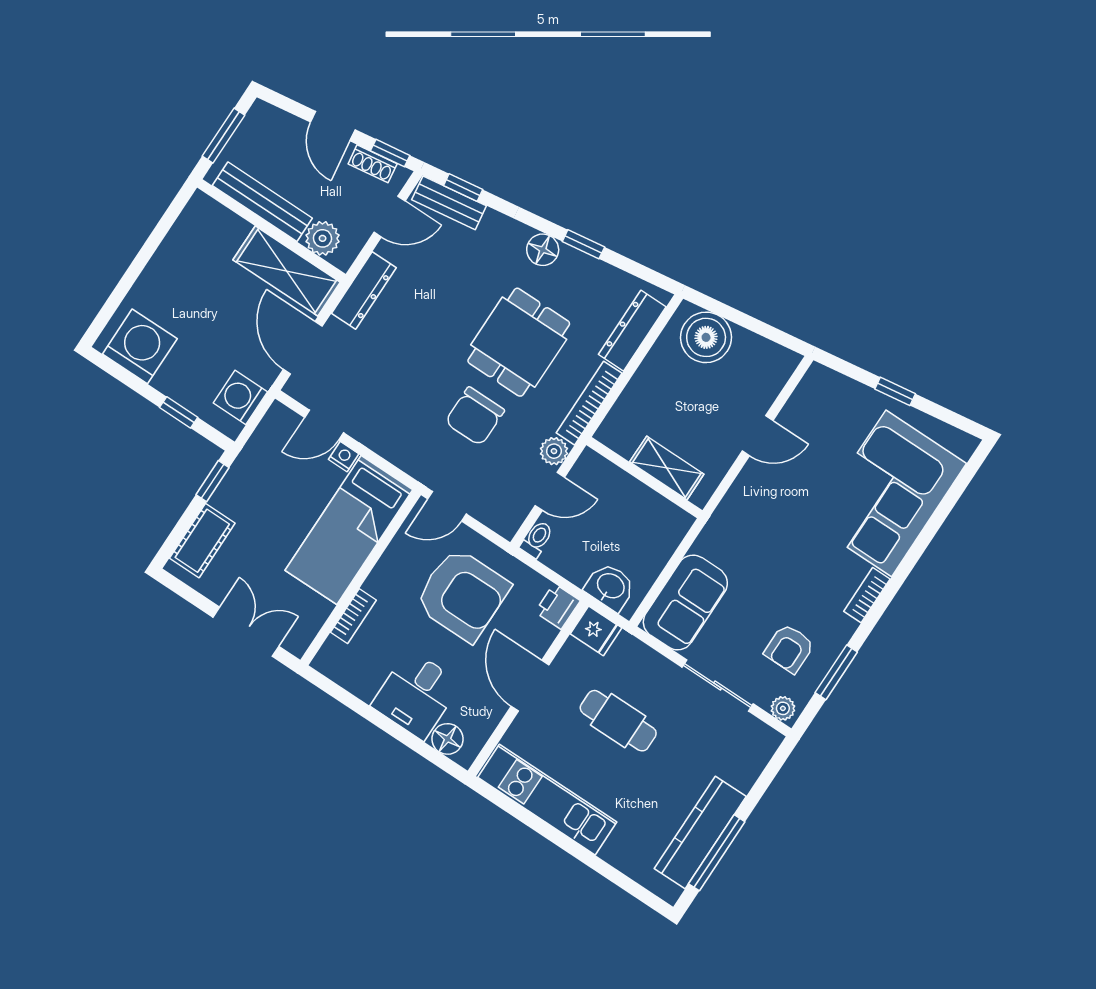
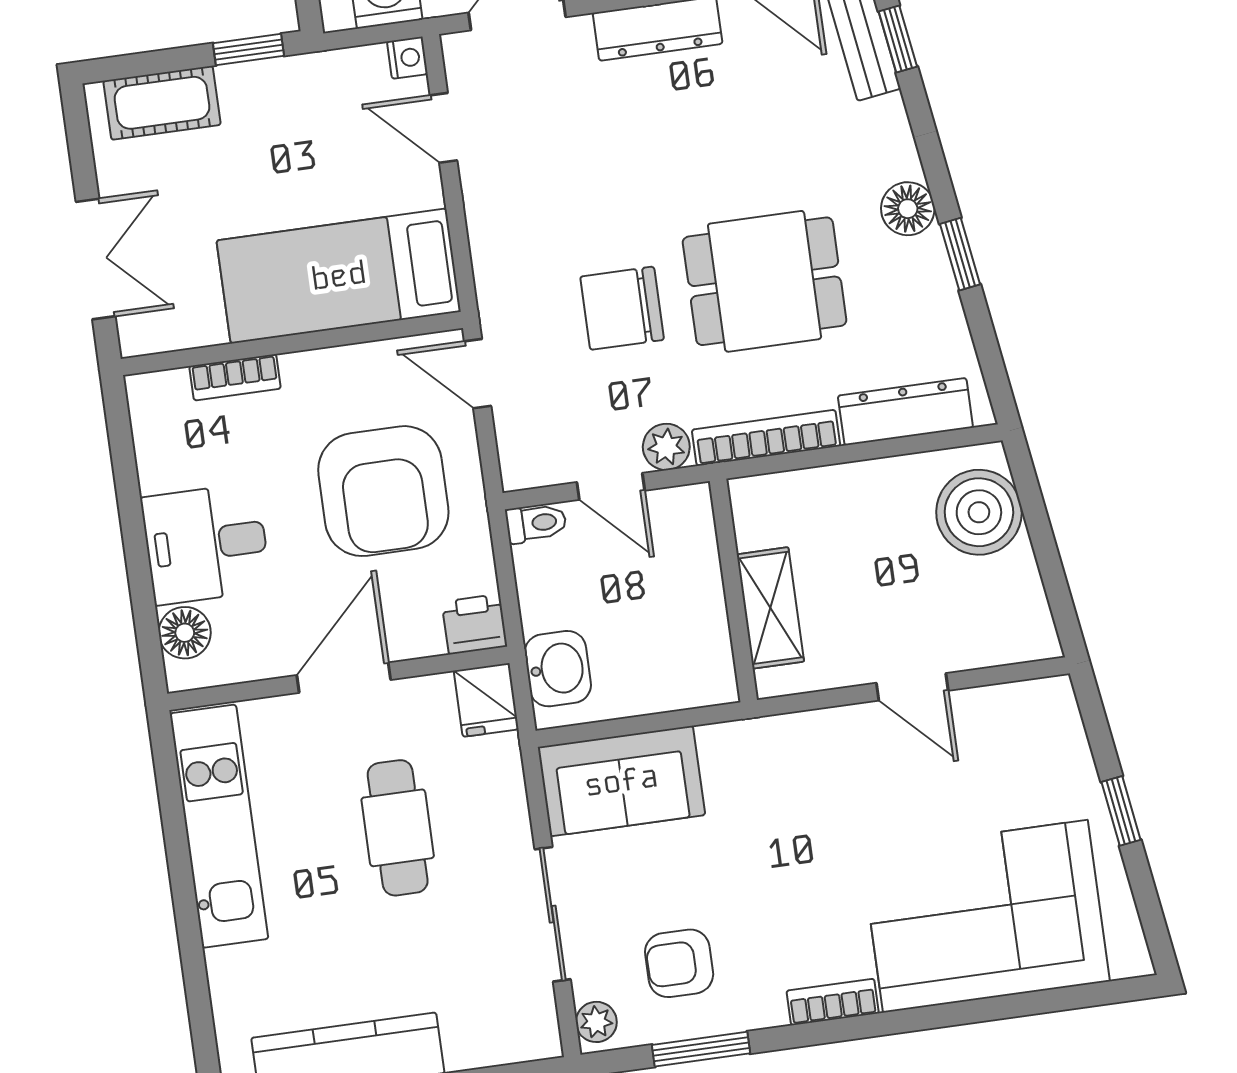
nightstand: (344, 457) -> (407, 58), moved

